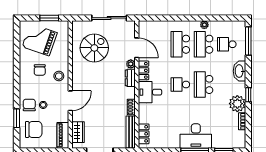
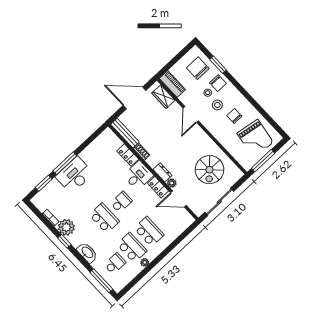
window: (49, 18) -> (263, 161), width x1.44
grand piano: (40, 40) -> (255, 138), turned 80
stool: (59, 76) -> (217, 105), moved
chair: (34, 130) -> (198, 68), turned 90
locker: (144, 134) -> (128, 155), moved

